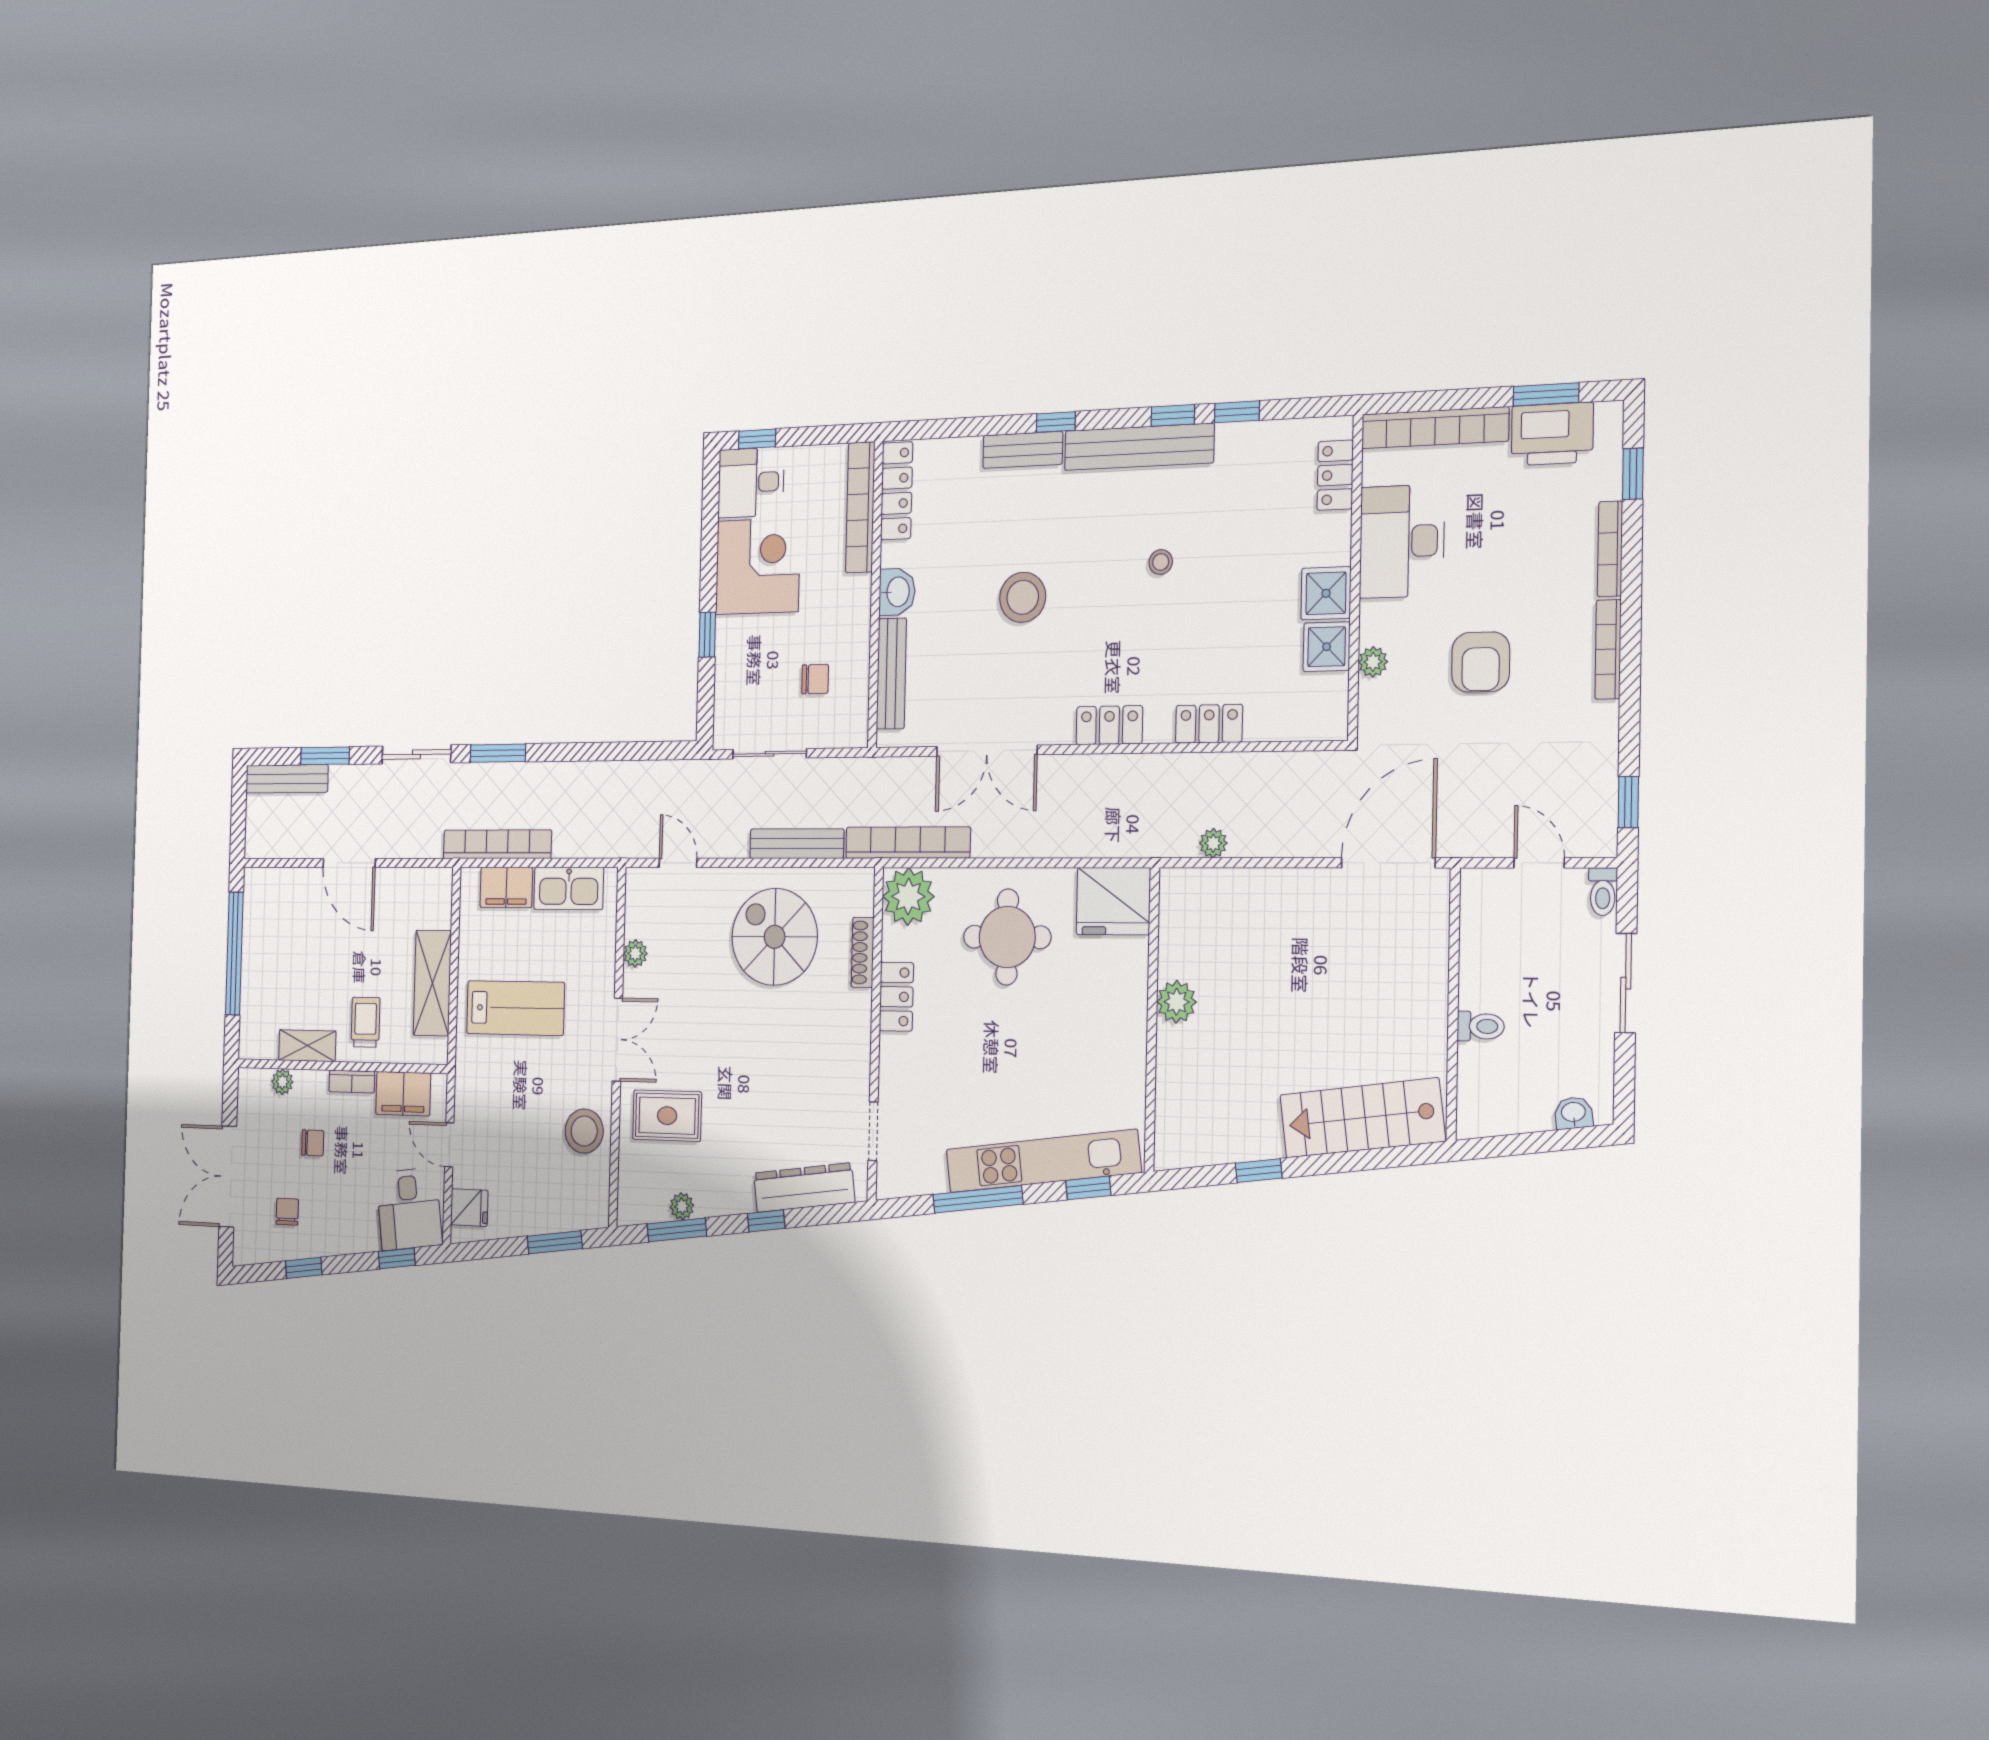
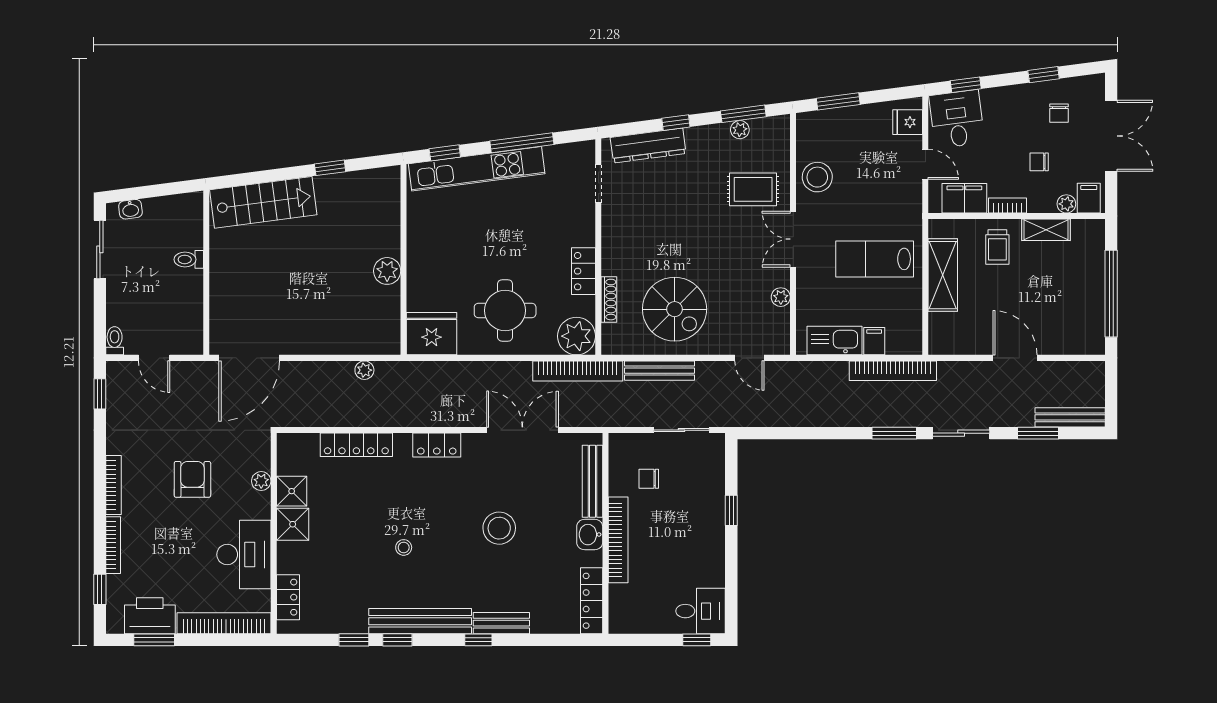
bookcase: (860, 507) -> (618, 540), moved
corner desk: (758, 566) -> (694, 555), removed
locker: (1209, 724) -> (356, 445), width x1.53
filing cabinet: (506, 887) -> (874, 341), width x0.50
sliding door: (1626, 983) -> (100, 249), moved
filing cabinet: (256, 1089) -> (1089, 198), added

